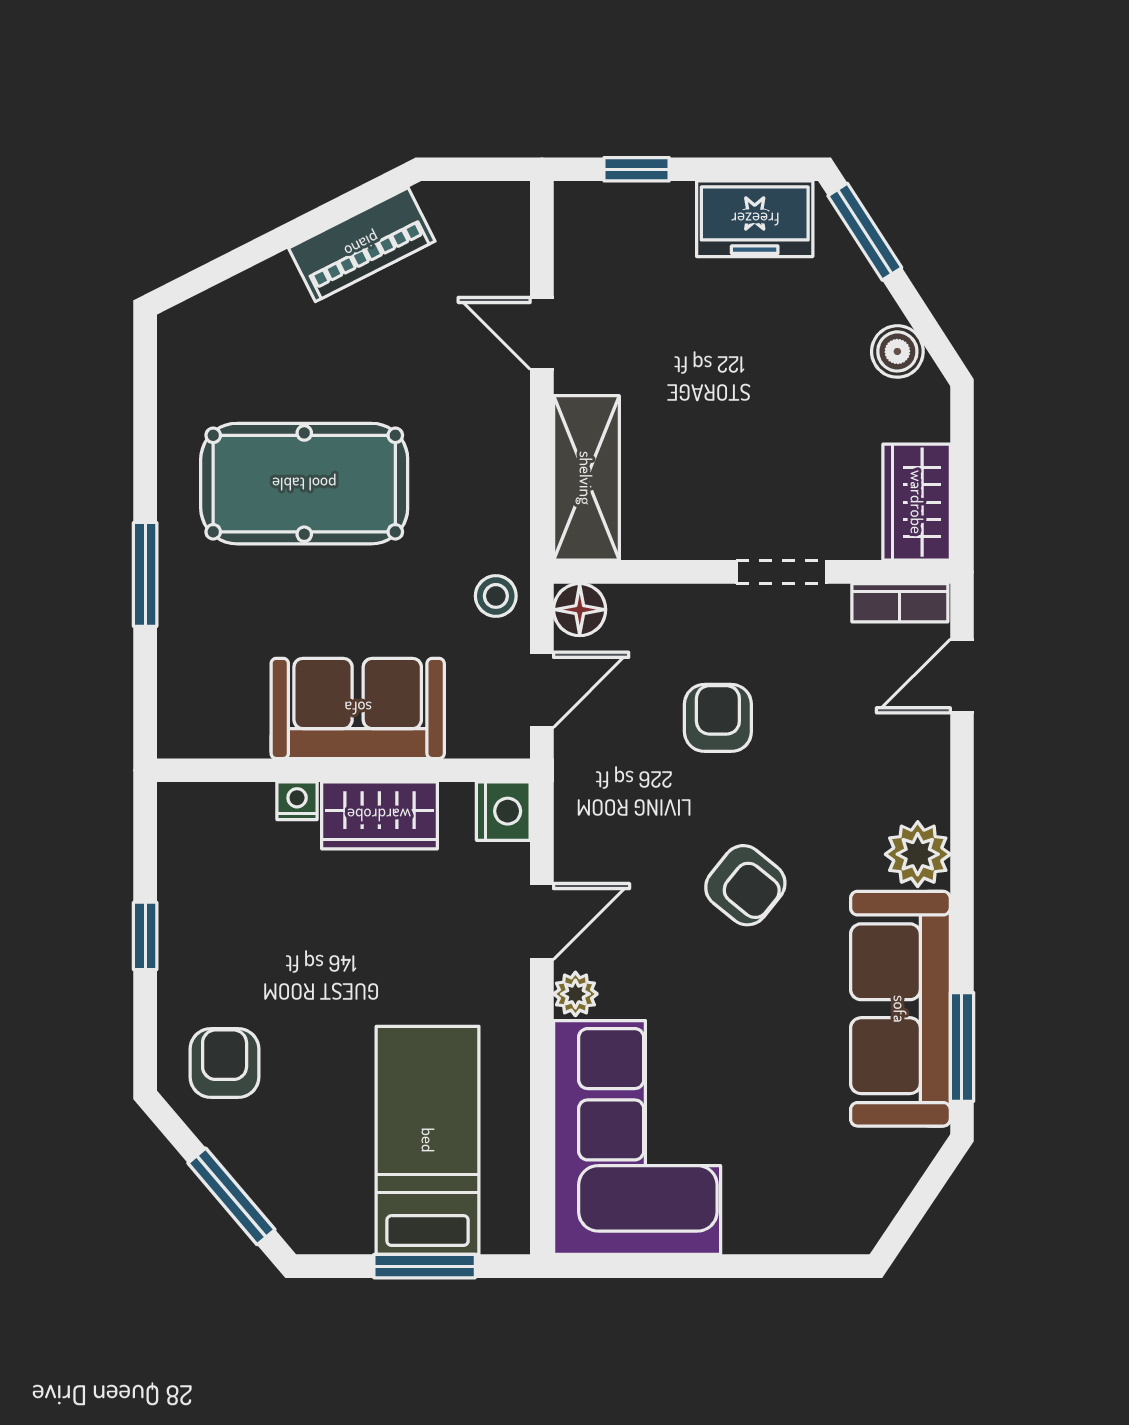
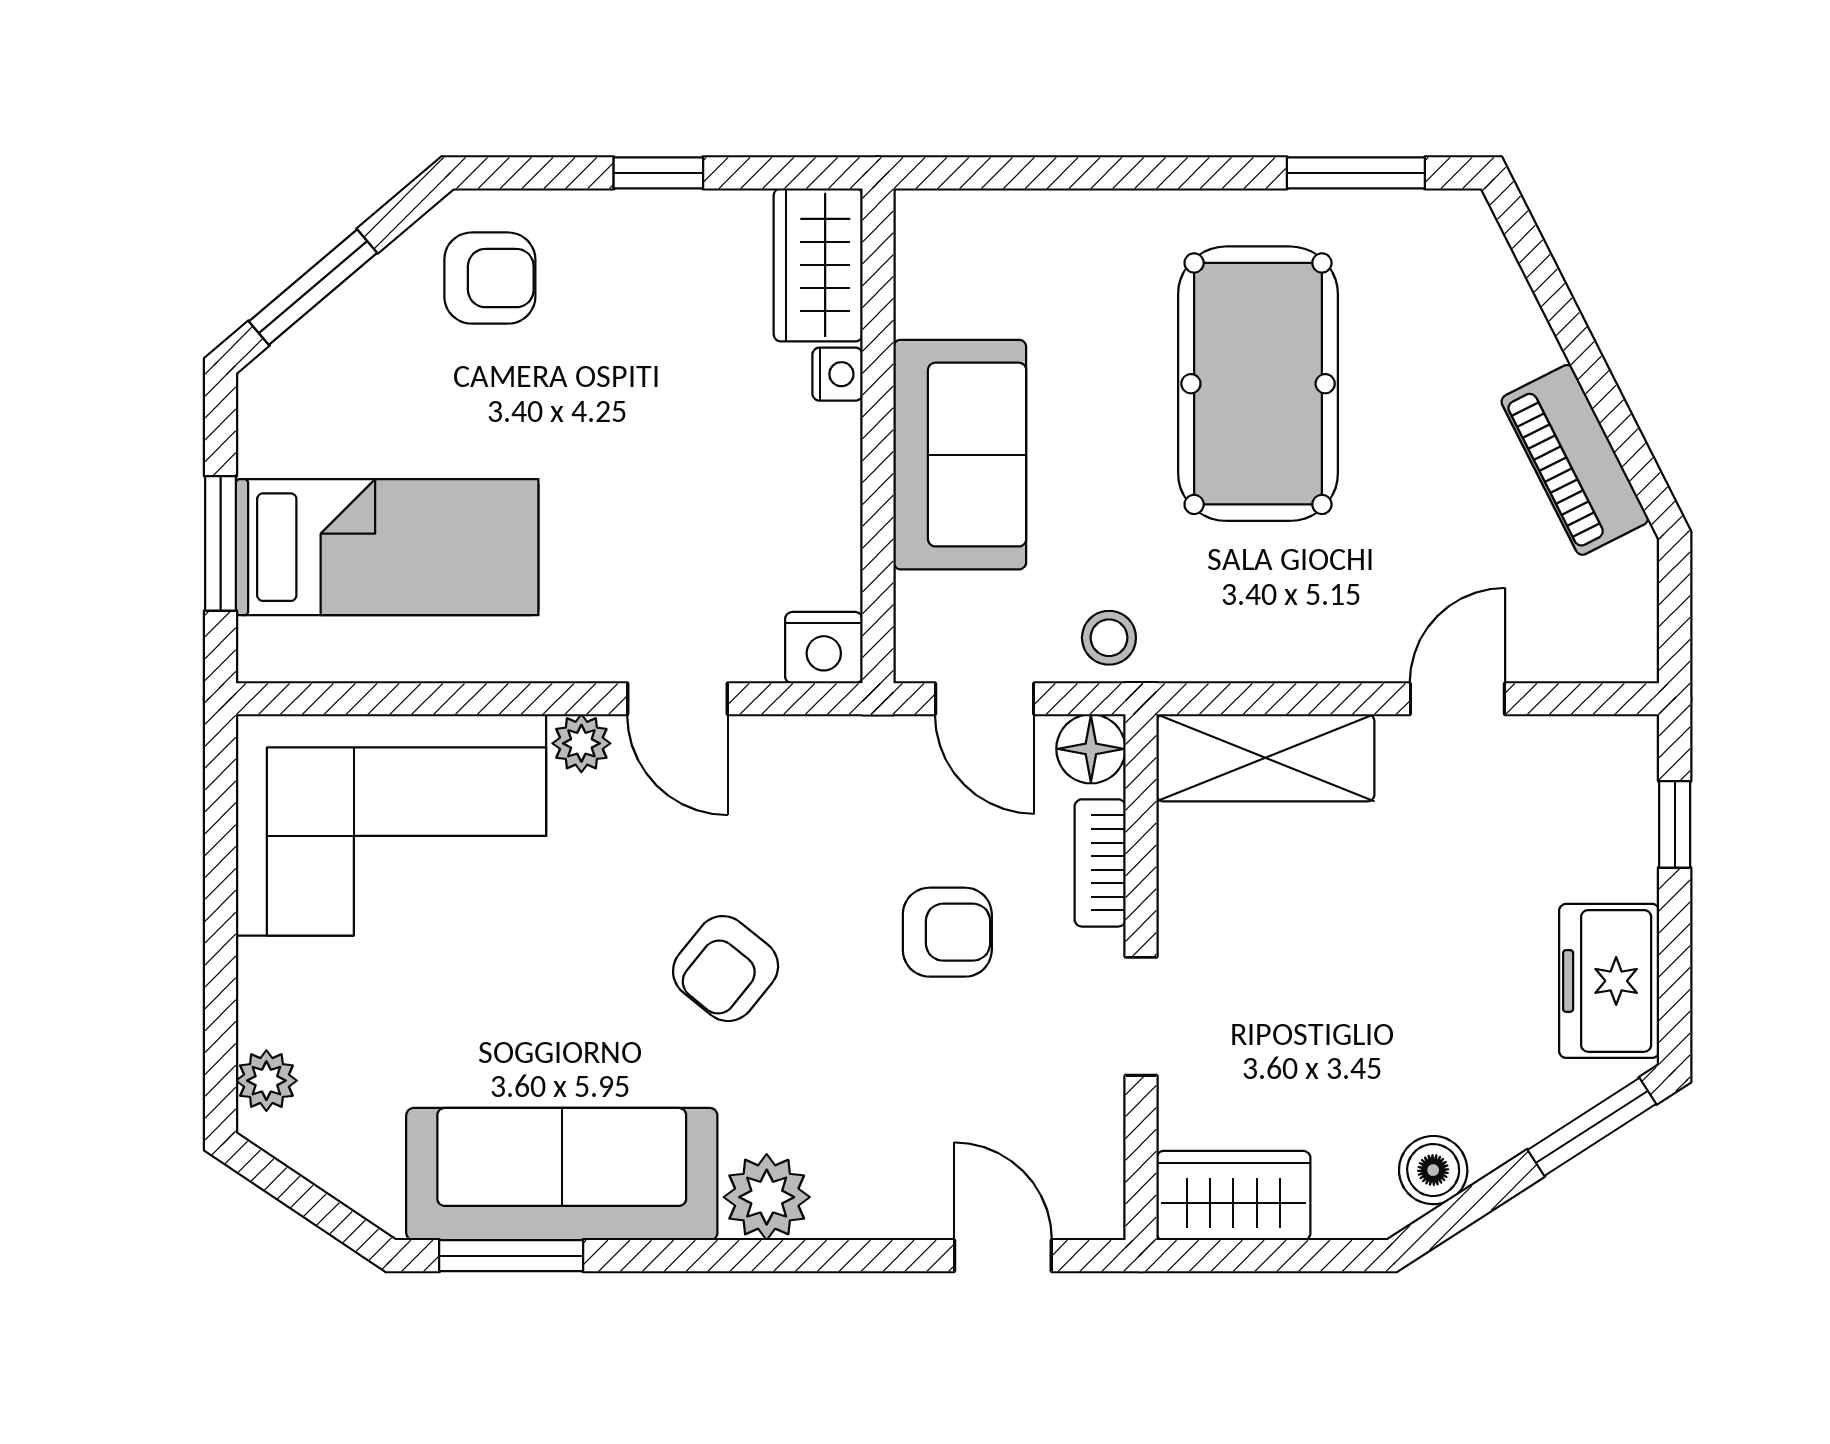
window: (145, 574) -> (1356, 173), moved
bookcase: (900, 603) -> (1100, 863), moved
wardrobe: (379, 815) -> (818, 265), moved
plant: (830, 1232) -> (266, 1081), added

